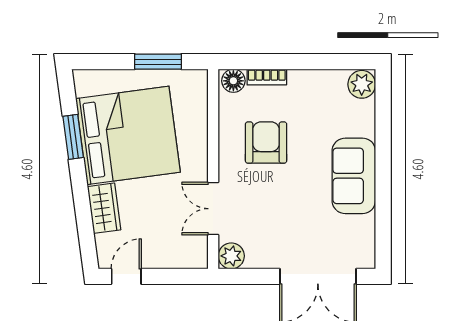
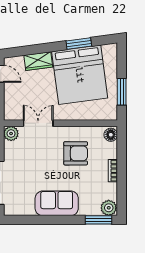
bookcase: (267, 77) -> (113, 171), moved
window: (383, 102) -> (98, 220), added

